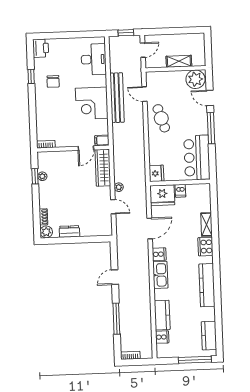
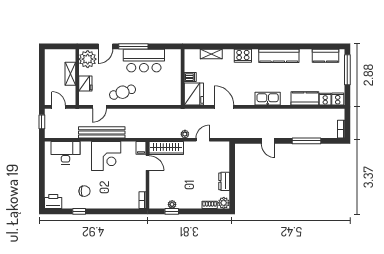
bar counter: (197, 157) -> (144, 61), moved
fridge: (156, 173) -> (85, 83), moved, turned 90
shelving: (206, 224) -> (211, 54), moved
cooker: (159, 254) -> (338, 99), moved

